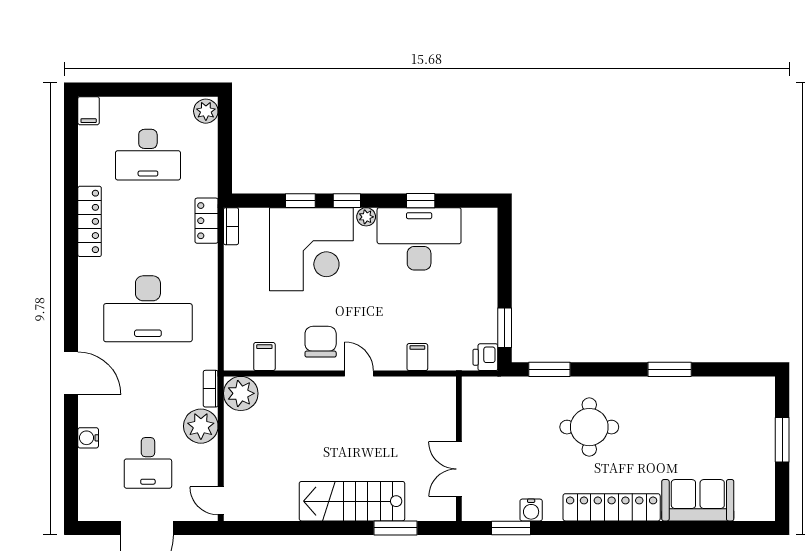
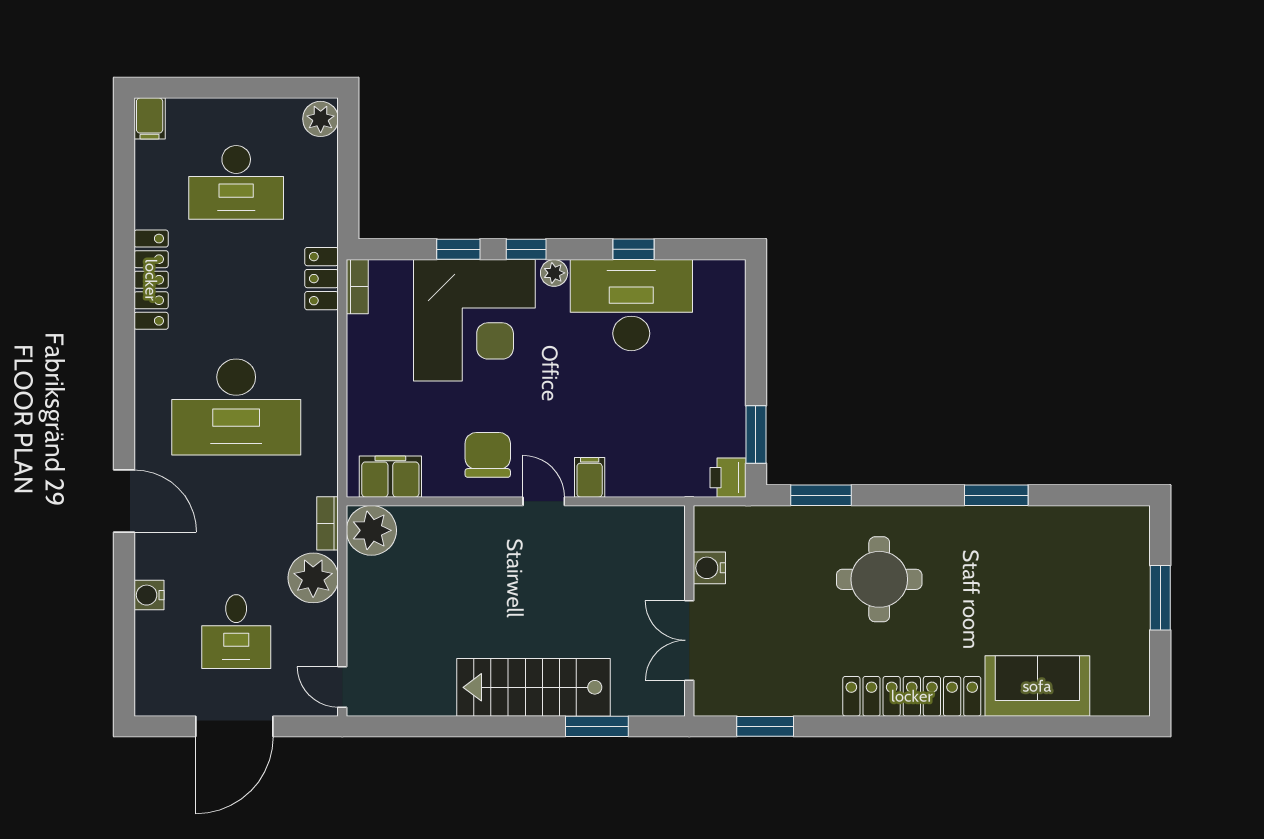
filing cabinet: (264, 357) -> (390, 477), width x2.00
filing cabinet: (417, 357) -> (590, 477), moved
water cooler: (531, 510) -> (709, 568), moved, turned 90

